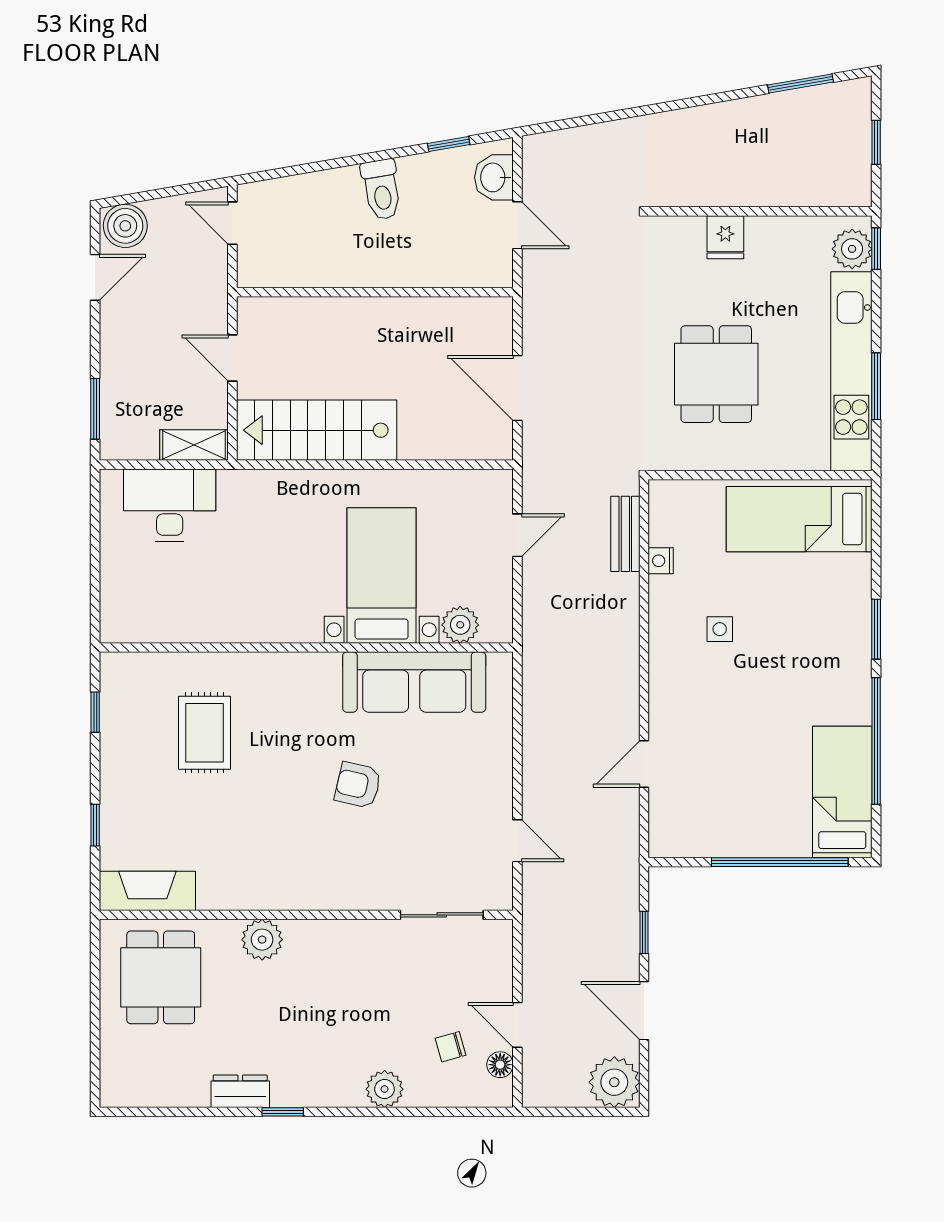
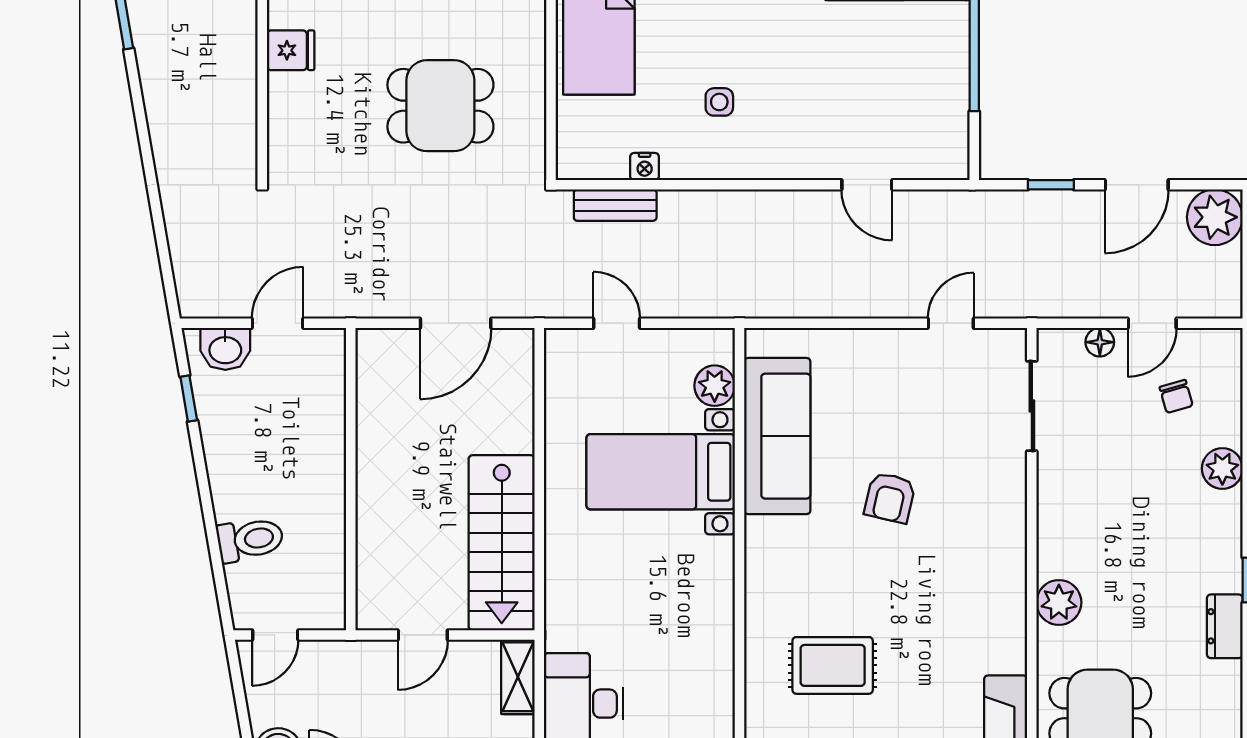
toilet: (381, 190) -> (250, 540), moved
fridge: (725, 237) -> (291, 50), moved
floor lamp: (500, 1065) -> (1100, 342), moved

